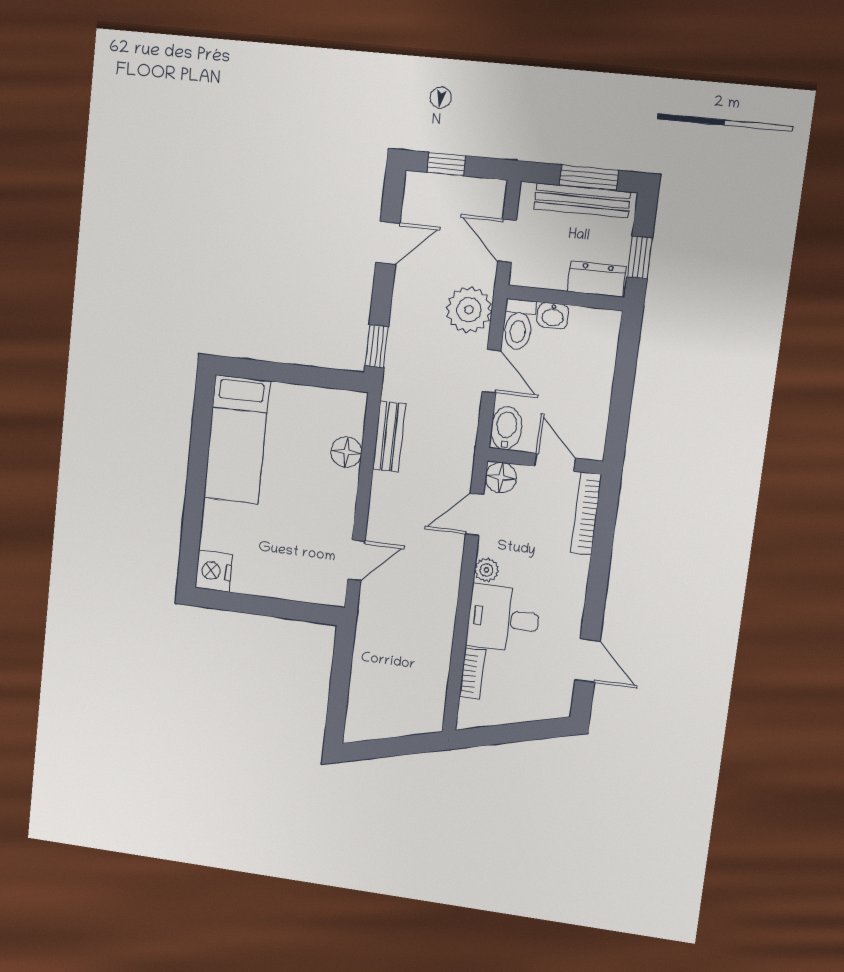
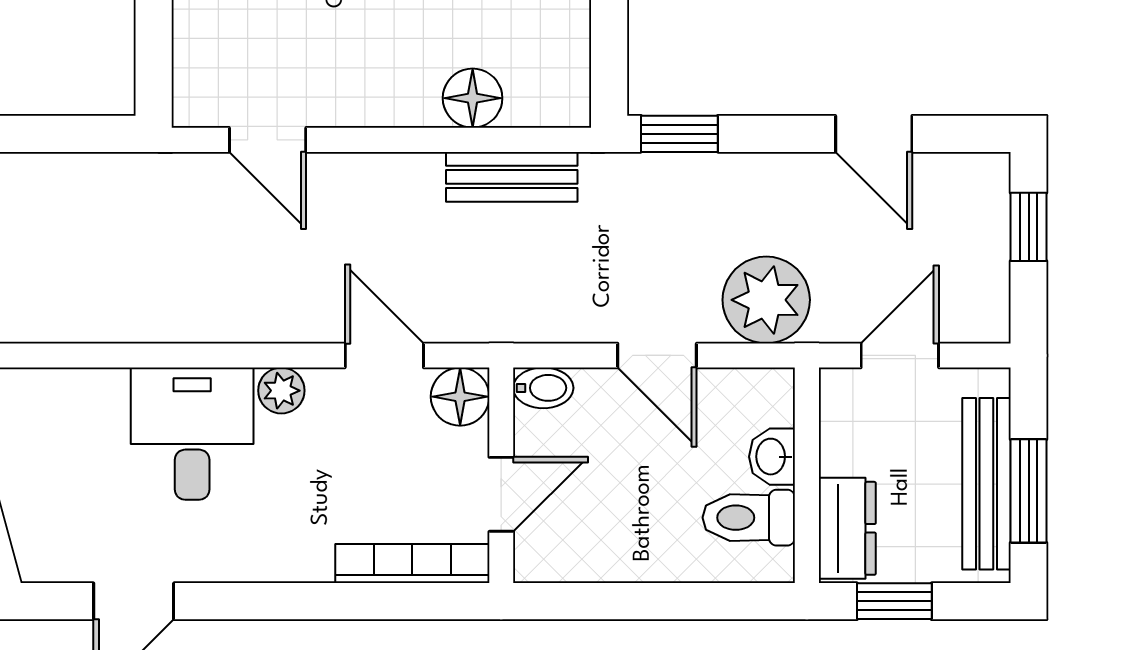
toilet: (519, 325) -> (749, 518), moved
door: (491, 371) -> (657, 355), hinge flipped
bidet: (506, 428) -> (543, 388), width x0.72, depth x0.74
bookcase: (472, 674) -> (78, 387), removed

